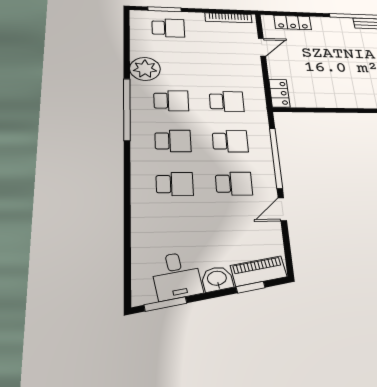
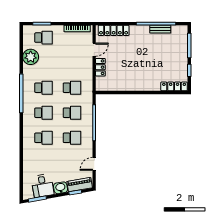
locker: (293, 22) -> (114, 30), width x1.53
plant: (145, 69) -> (31, 57), moved
locker: (279, 93) -> (100, 67), moved
door: (282, 209) -> (94, 164), moved

